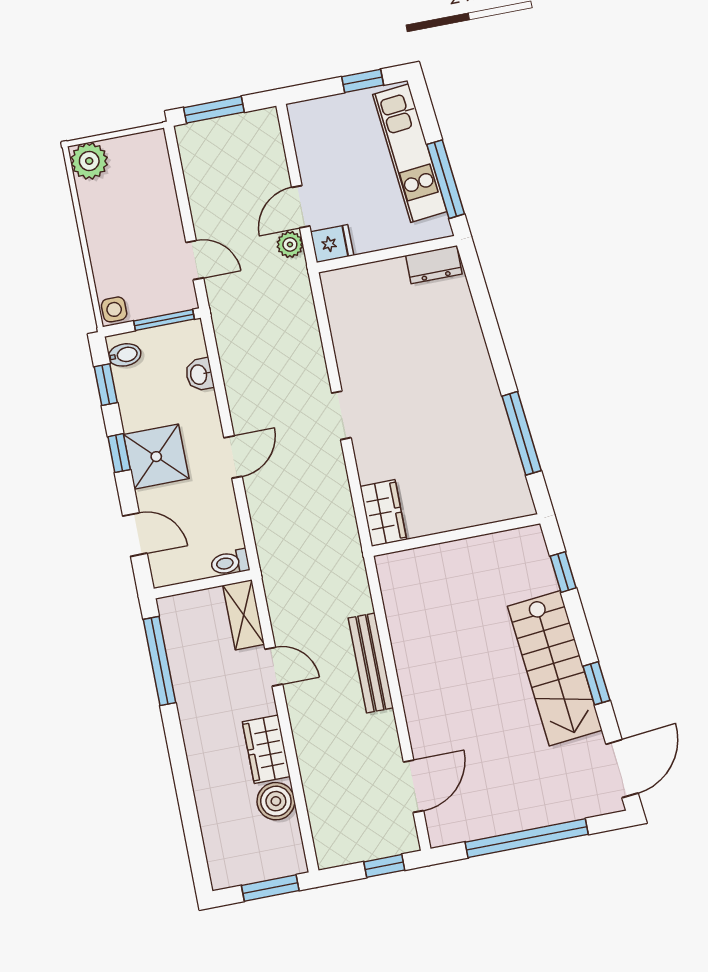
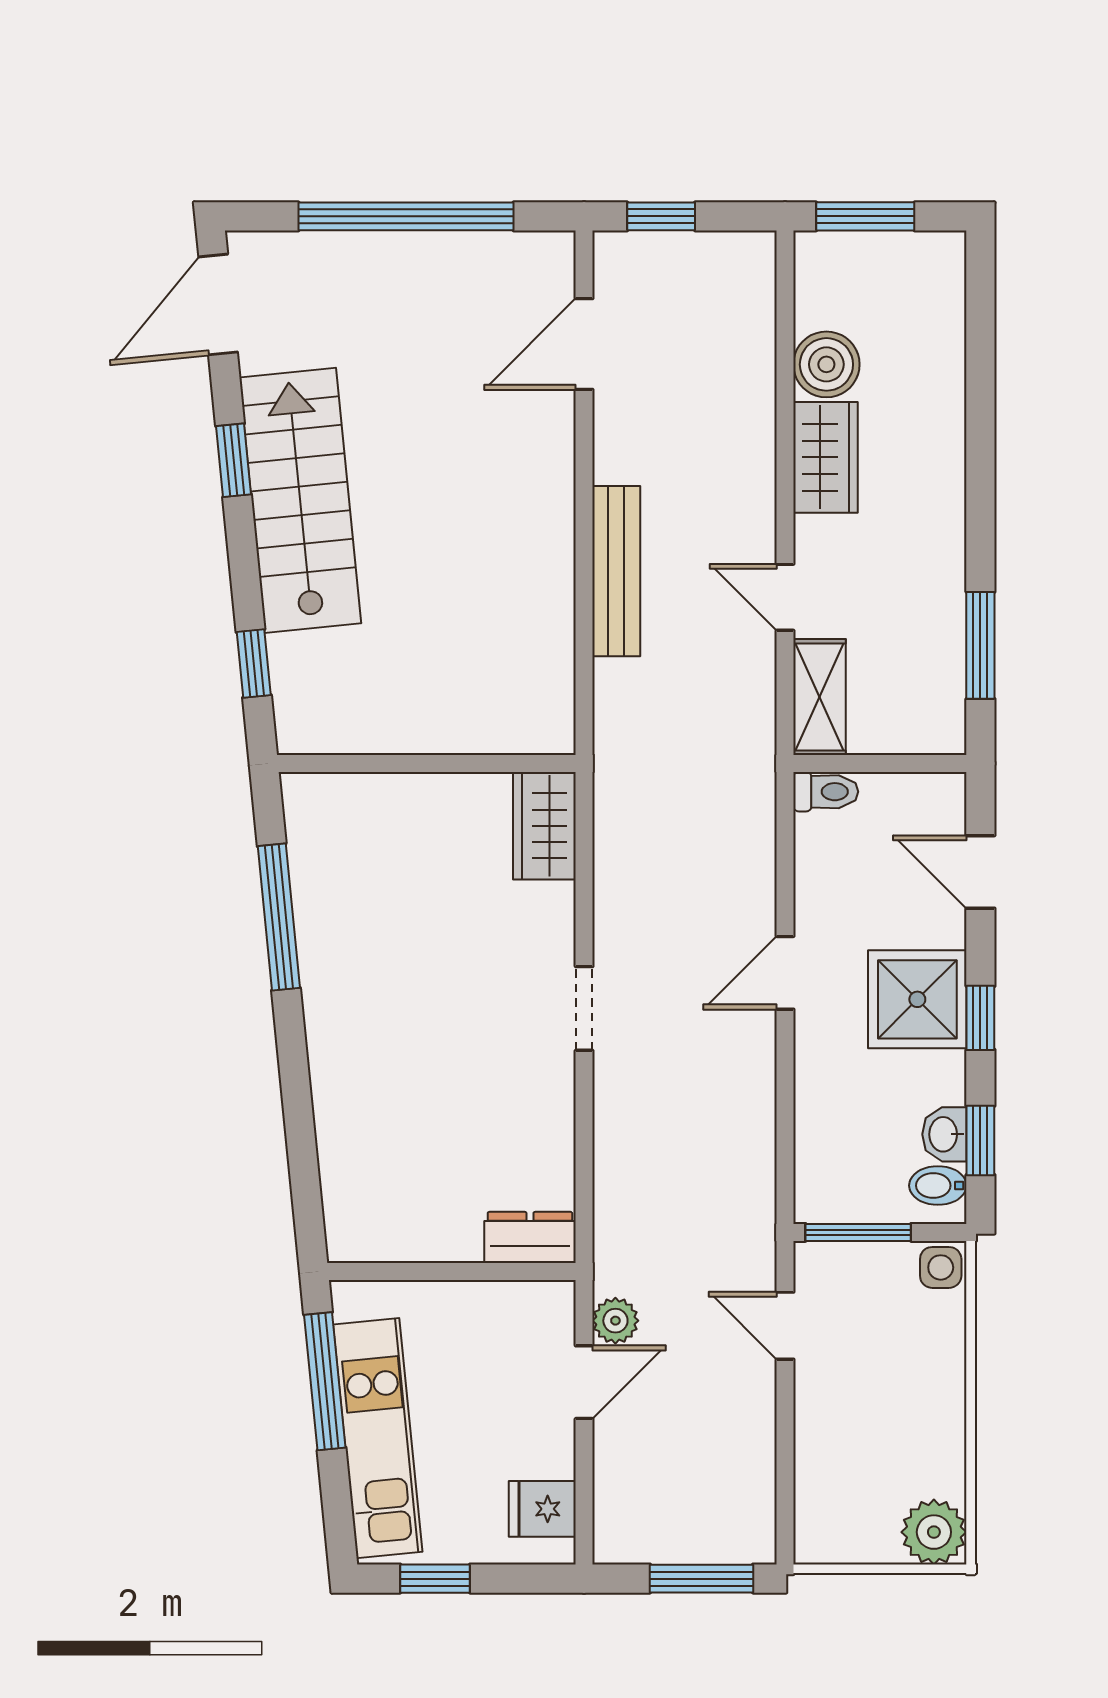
fridge: (332, 244) -> (542, 1509), moved
dresser: (434, 265) -> (530, 1237), moved
washbasin: (199, 374) -> (944, 1134), moved, turned 180
window: (159, 661) -> (980, 645), width x0.69

